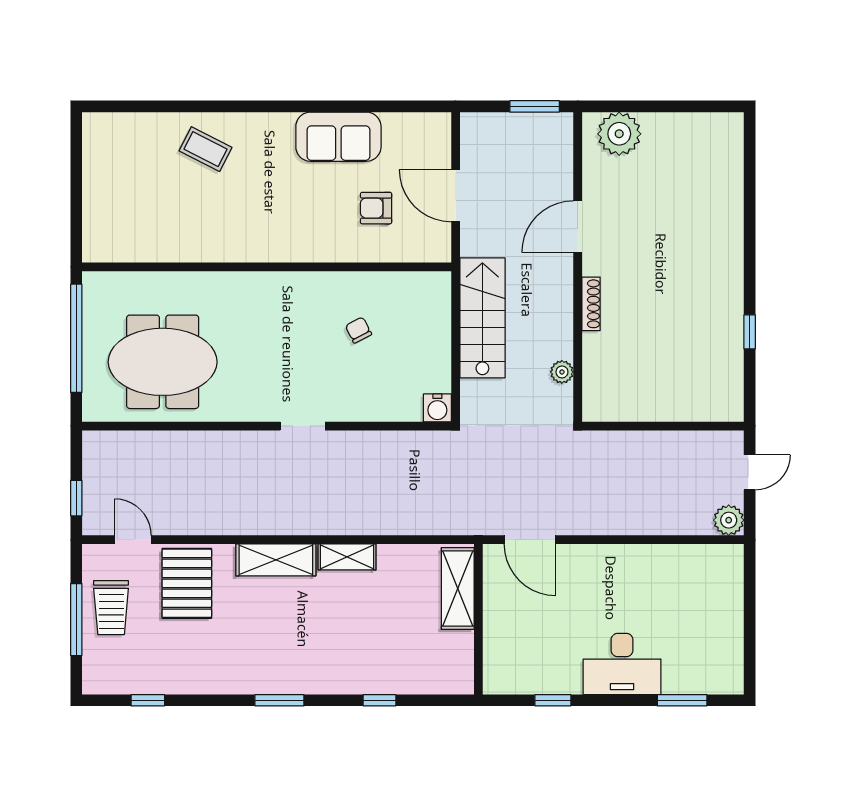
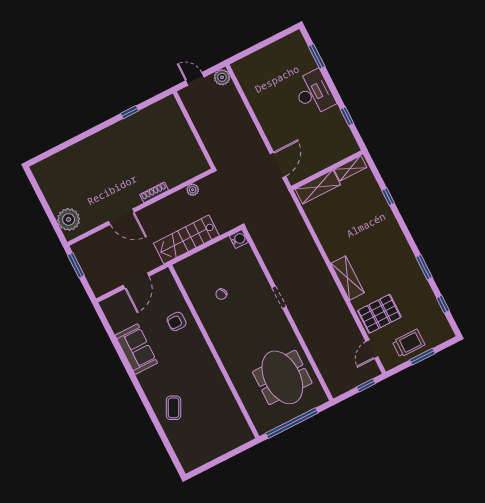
armchair: (376, 208) -> (177, 321), moved, turned 90
shelving: (347, 557) -> (350, 168), moved, turned 90
window: (76, 620) -> (422, 357), width x0.69
window: (279, 700) -> (424, 267), moved

